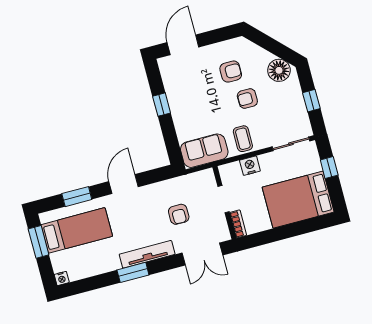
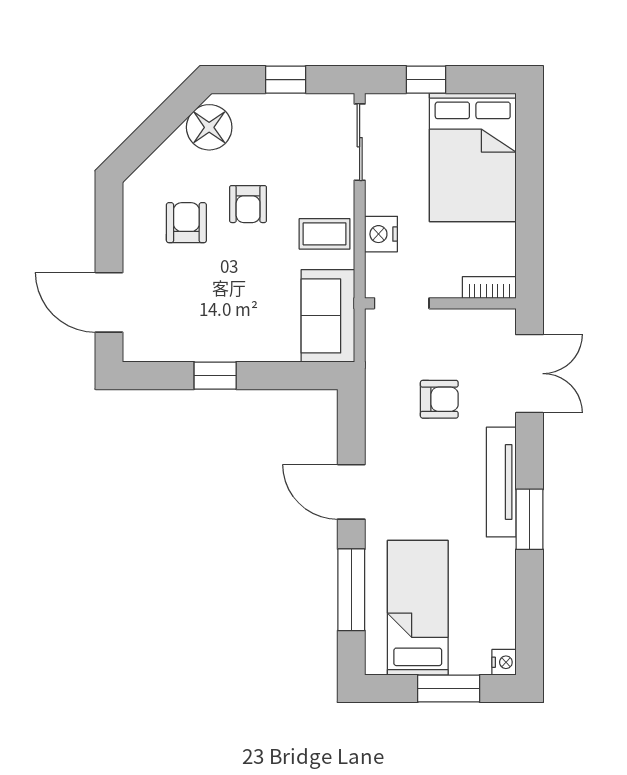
window: (77, 197) -> (351, 590), width x1.44
doorway: (224, 199) -> (402, 303), moved
window: (39, 242) -> (449, 688), moved

